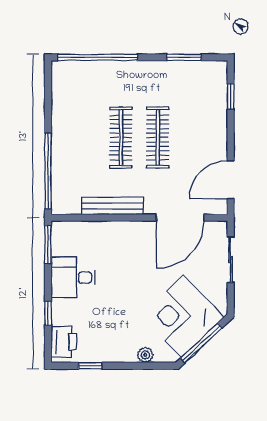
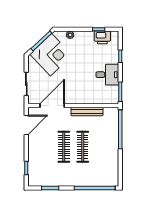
printer: (64, 342) -> (102, 37), moved, turned -90

